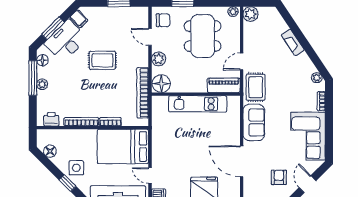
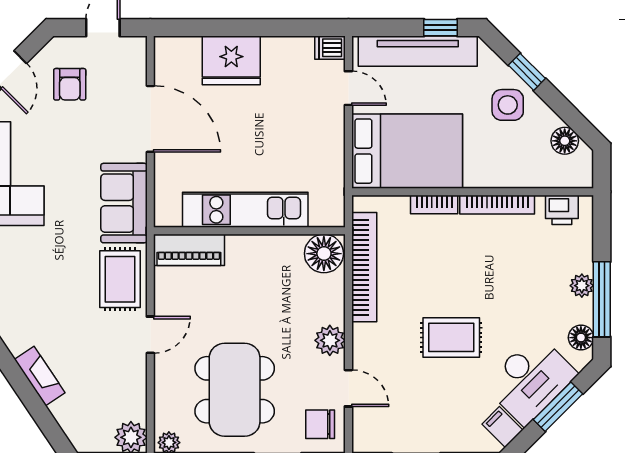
floor lamp: (161, 84) -> (324, 254), moved
piano: (224, 85) -> (189, 250), moved
wall: (196, 94) -> (249, 231), moved
kitchen unit: (198, 104) -> (245, 210), moved

